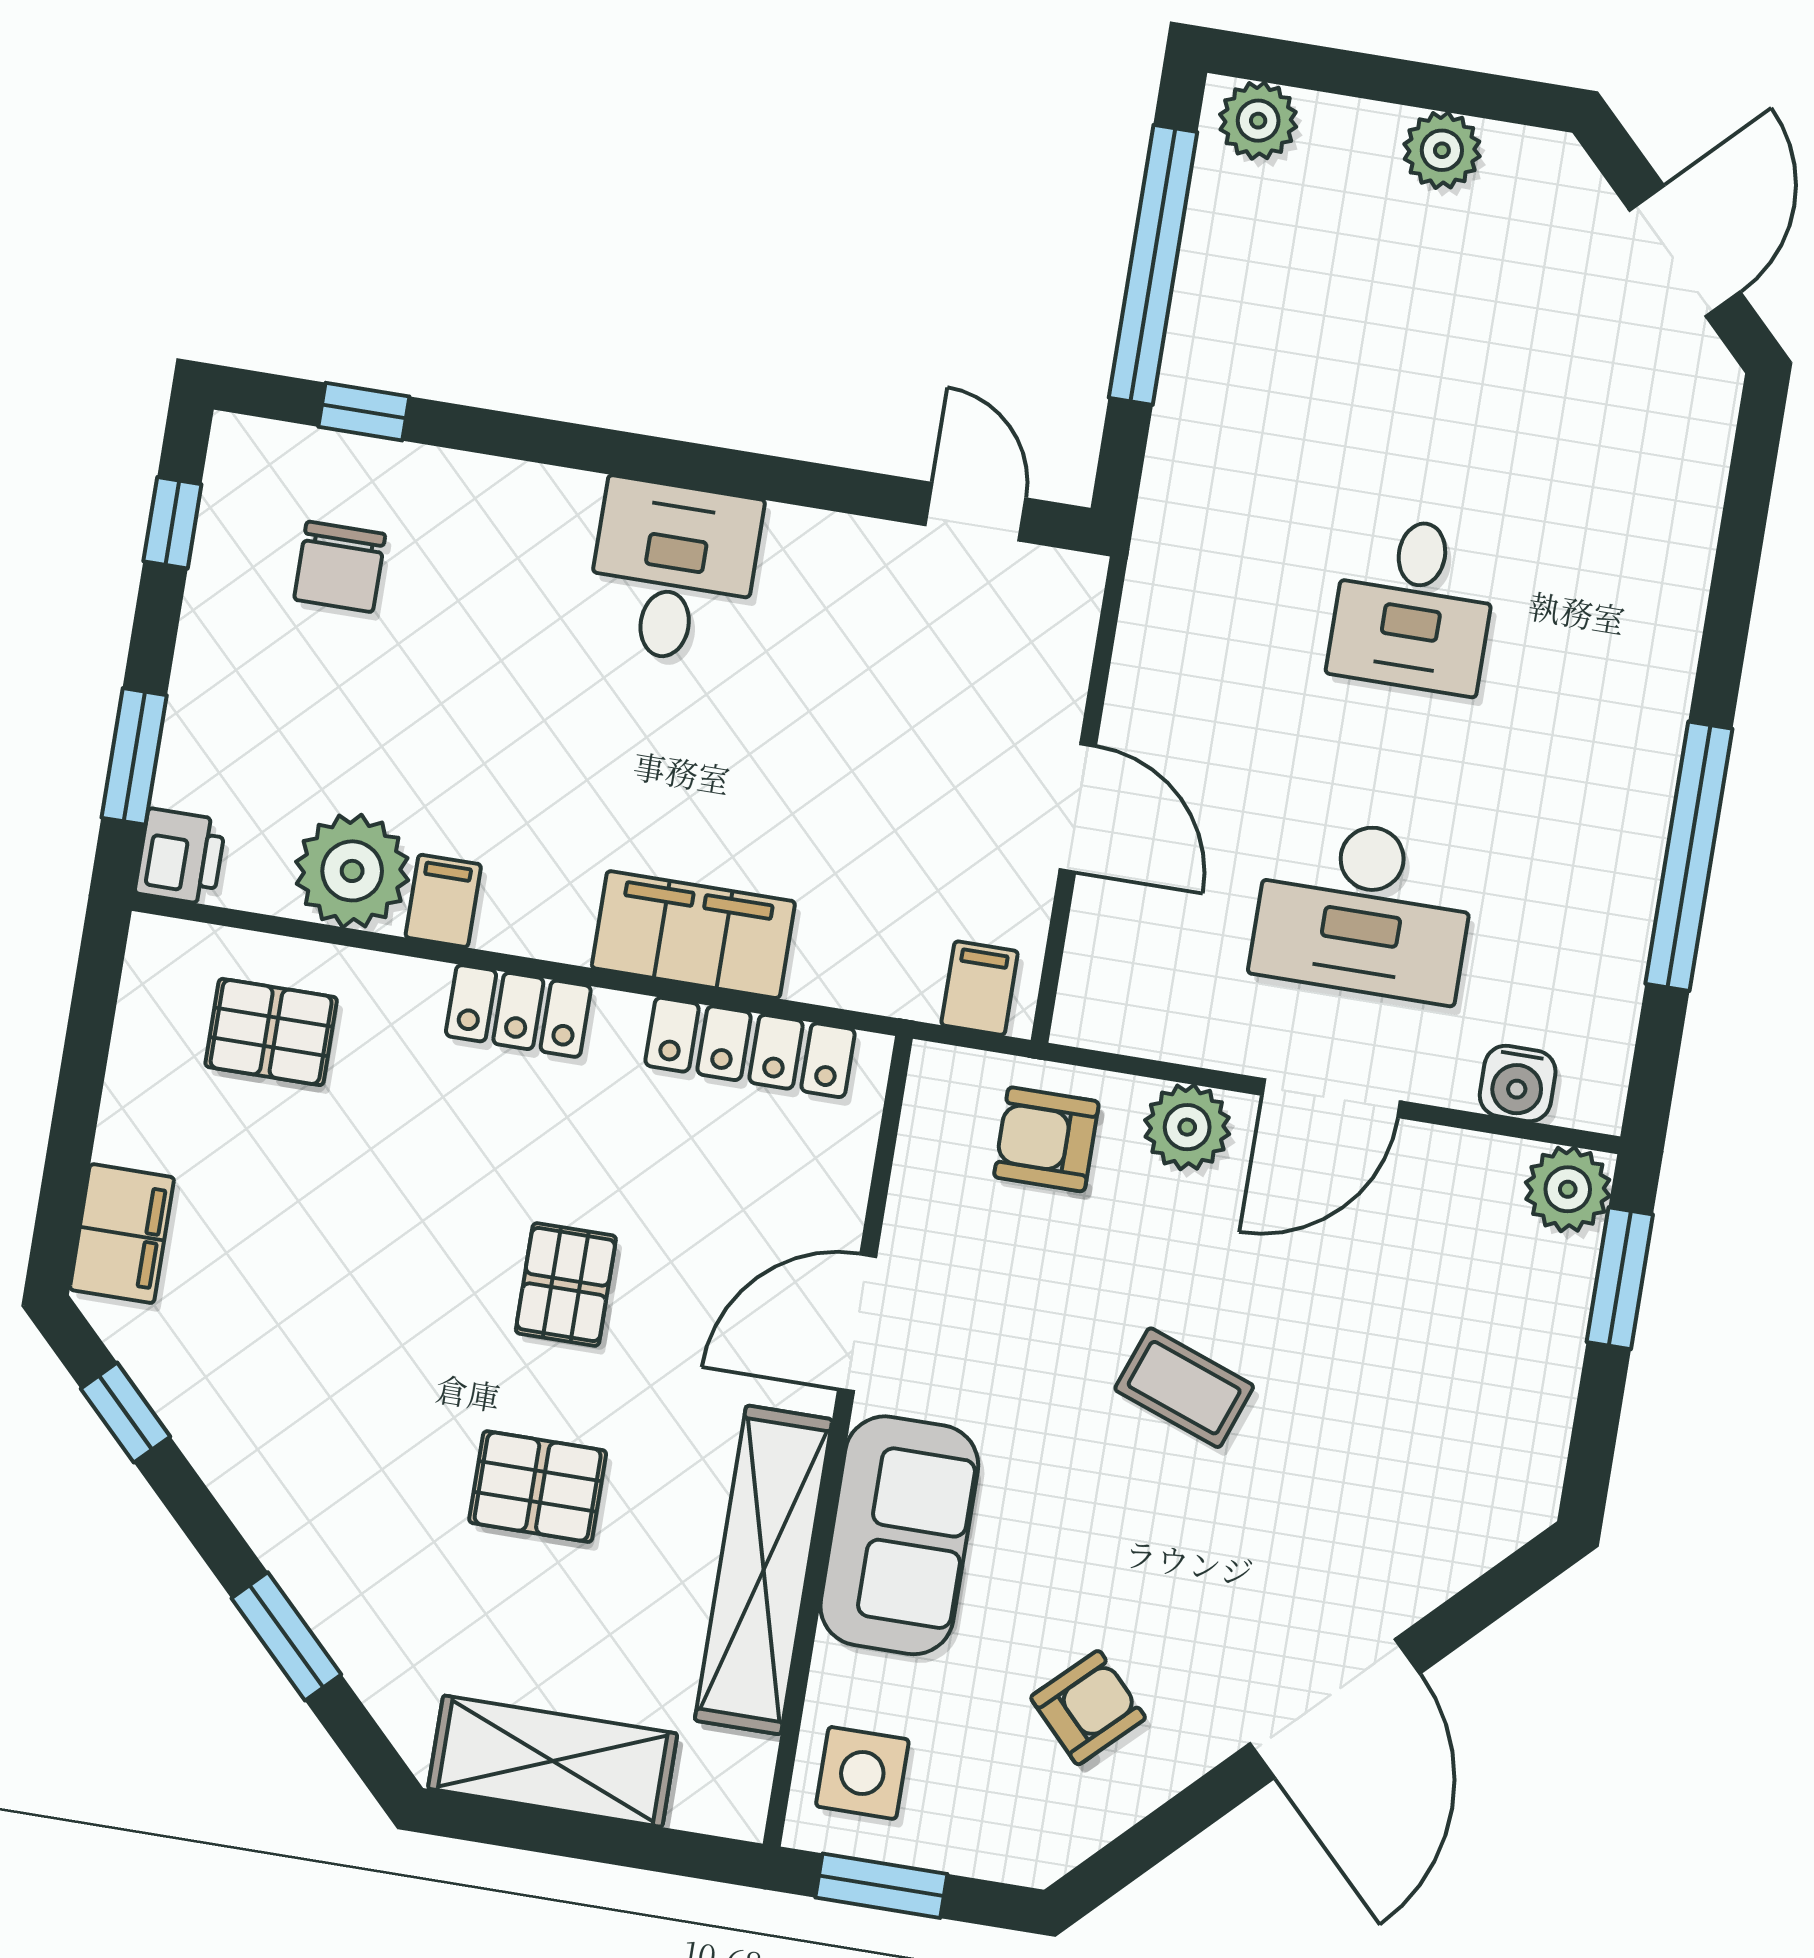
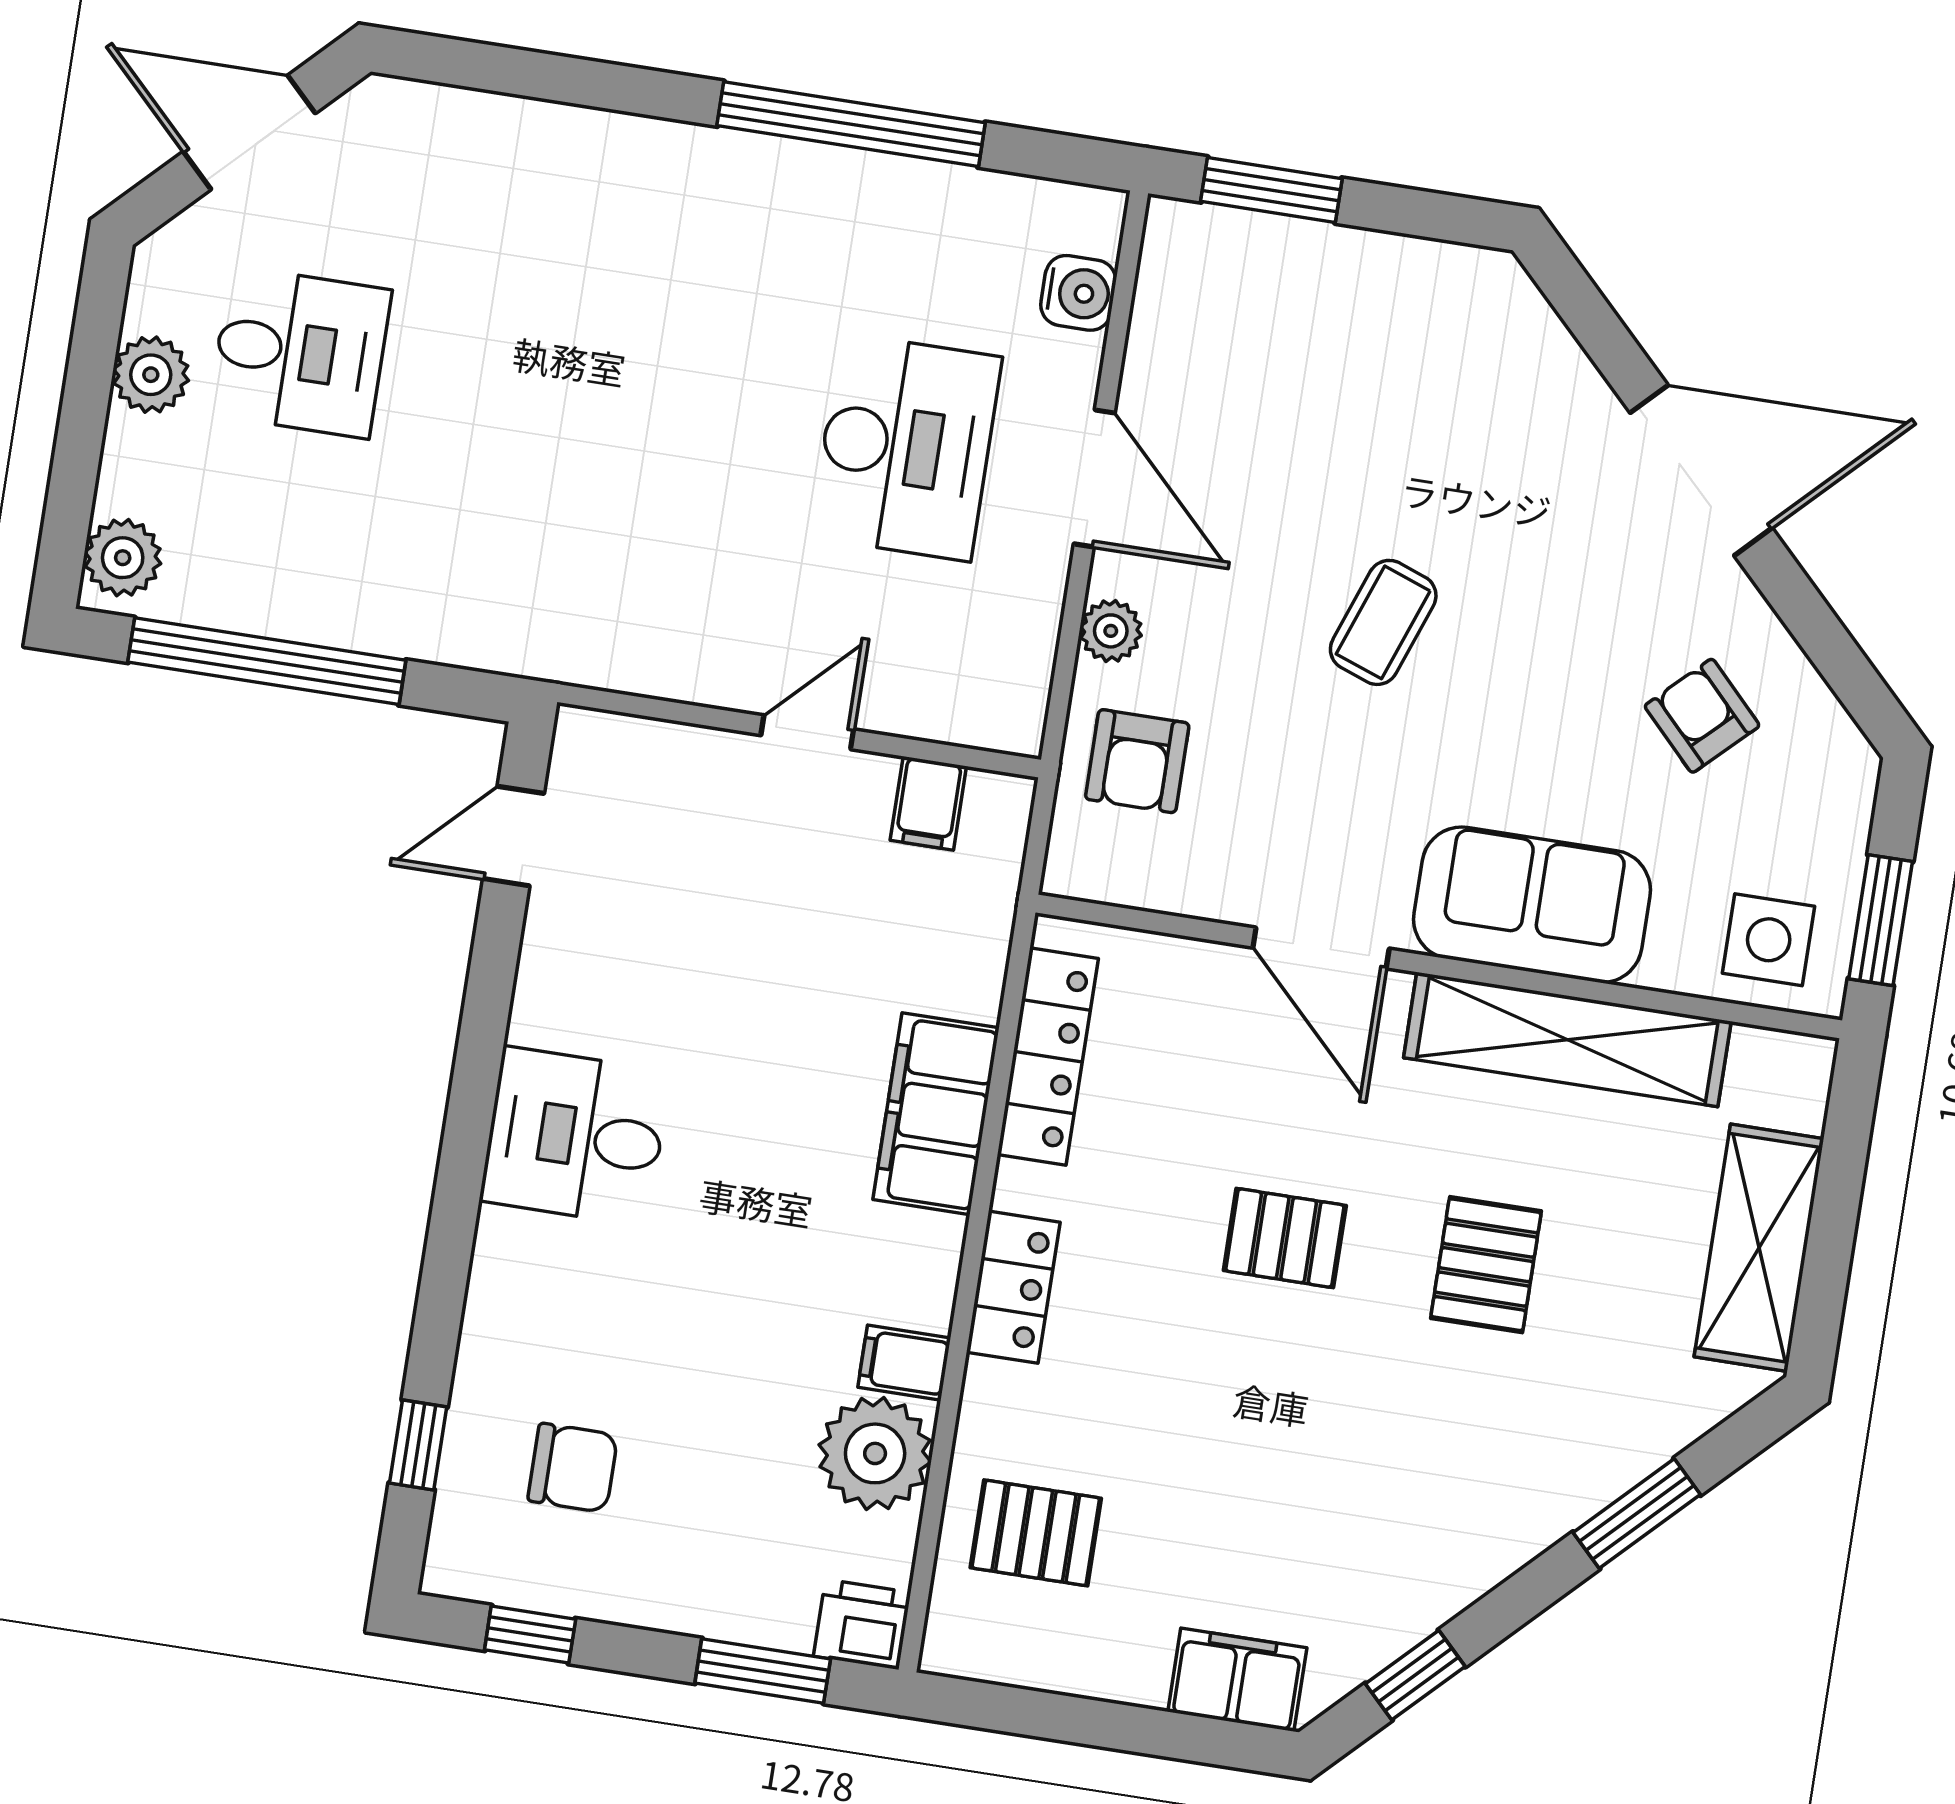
desk: (1414, 605) -> (300, 352), moved
door: (1078, 808) -> (807, 732), width x0.73
filing cabinet: (980, 988) -> (928, 803), moved, turned -90
pallet: (271, 1032) -> (1036, 1533), turned 90
plant: (1187, 1127) -> (1111, 631), width x0.73, depth x0.73
plant: (1568, 1189) -> (1183, 242), removed

